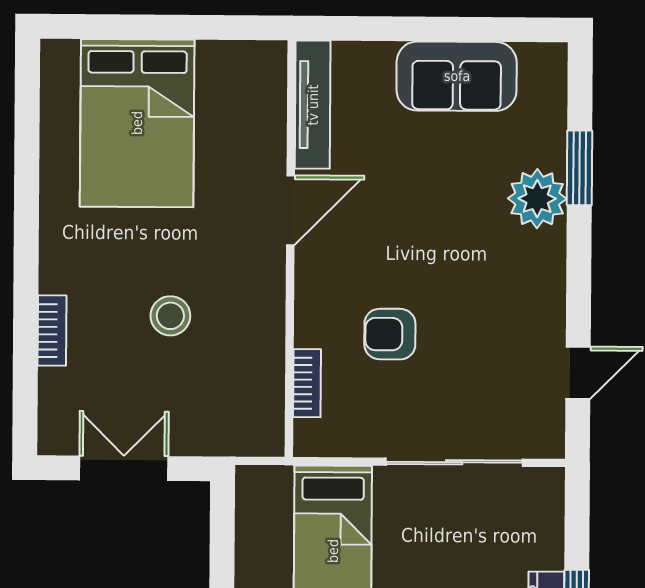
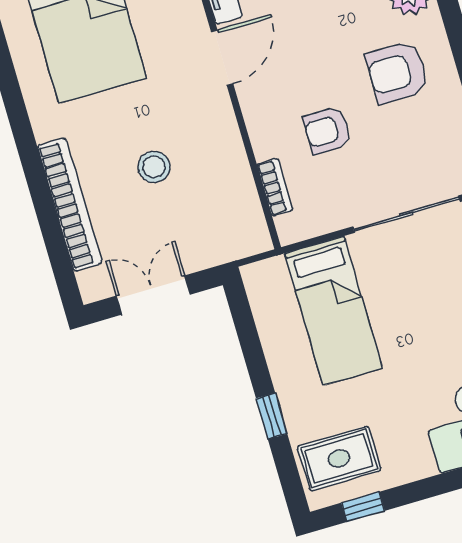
armchair: (494, 290) -> (397, 72), added
bookcase: (52, 331) -> (70, 205), width x2.31, depth x1.31

